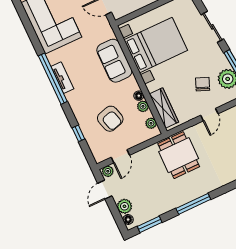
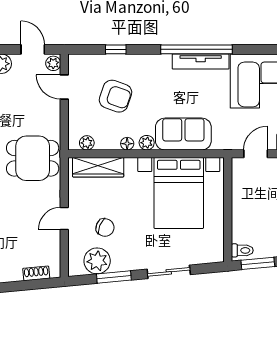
tv unit: (62, 78) -> (201, 62), width x1.41
plant: (143, 106) -> (147, 143), moved
door: (209, 115) -> (64, 218), hinge flipped
armchair: (110, 119) -> (115, 96), turned -145

